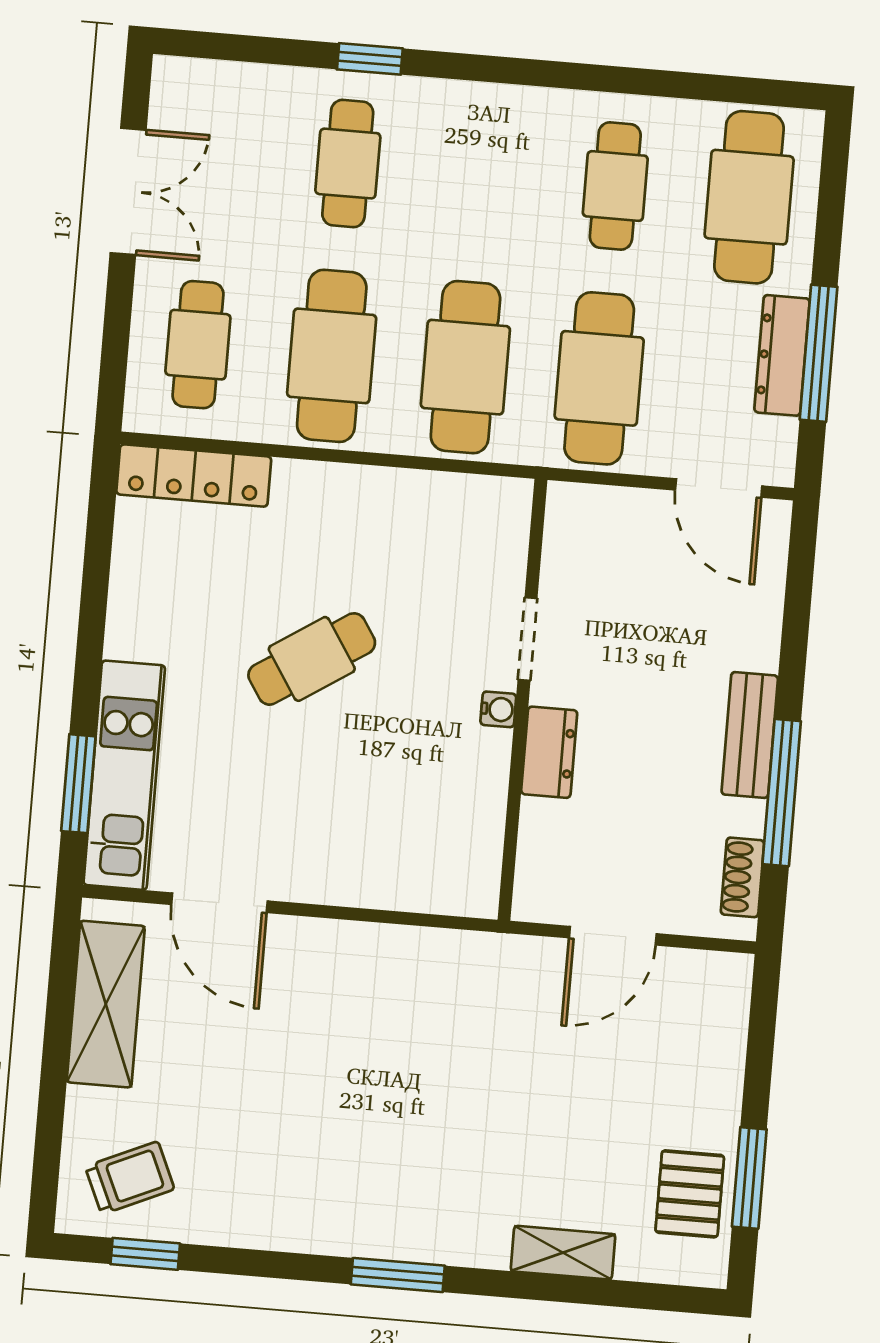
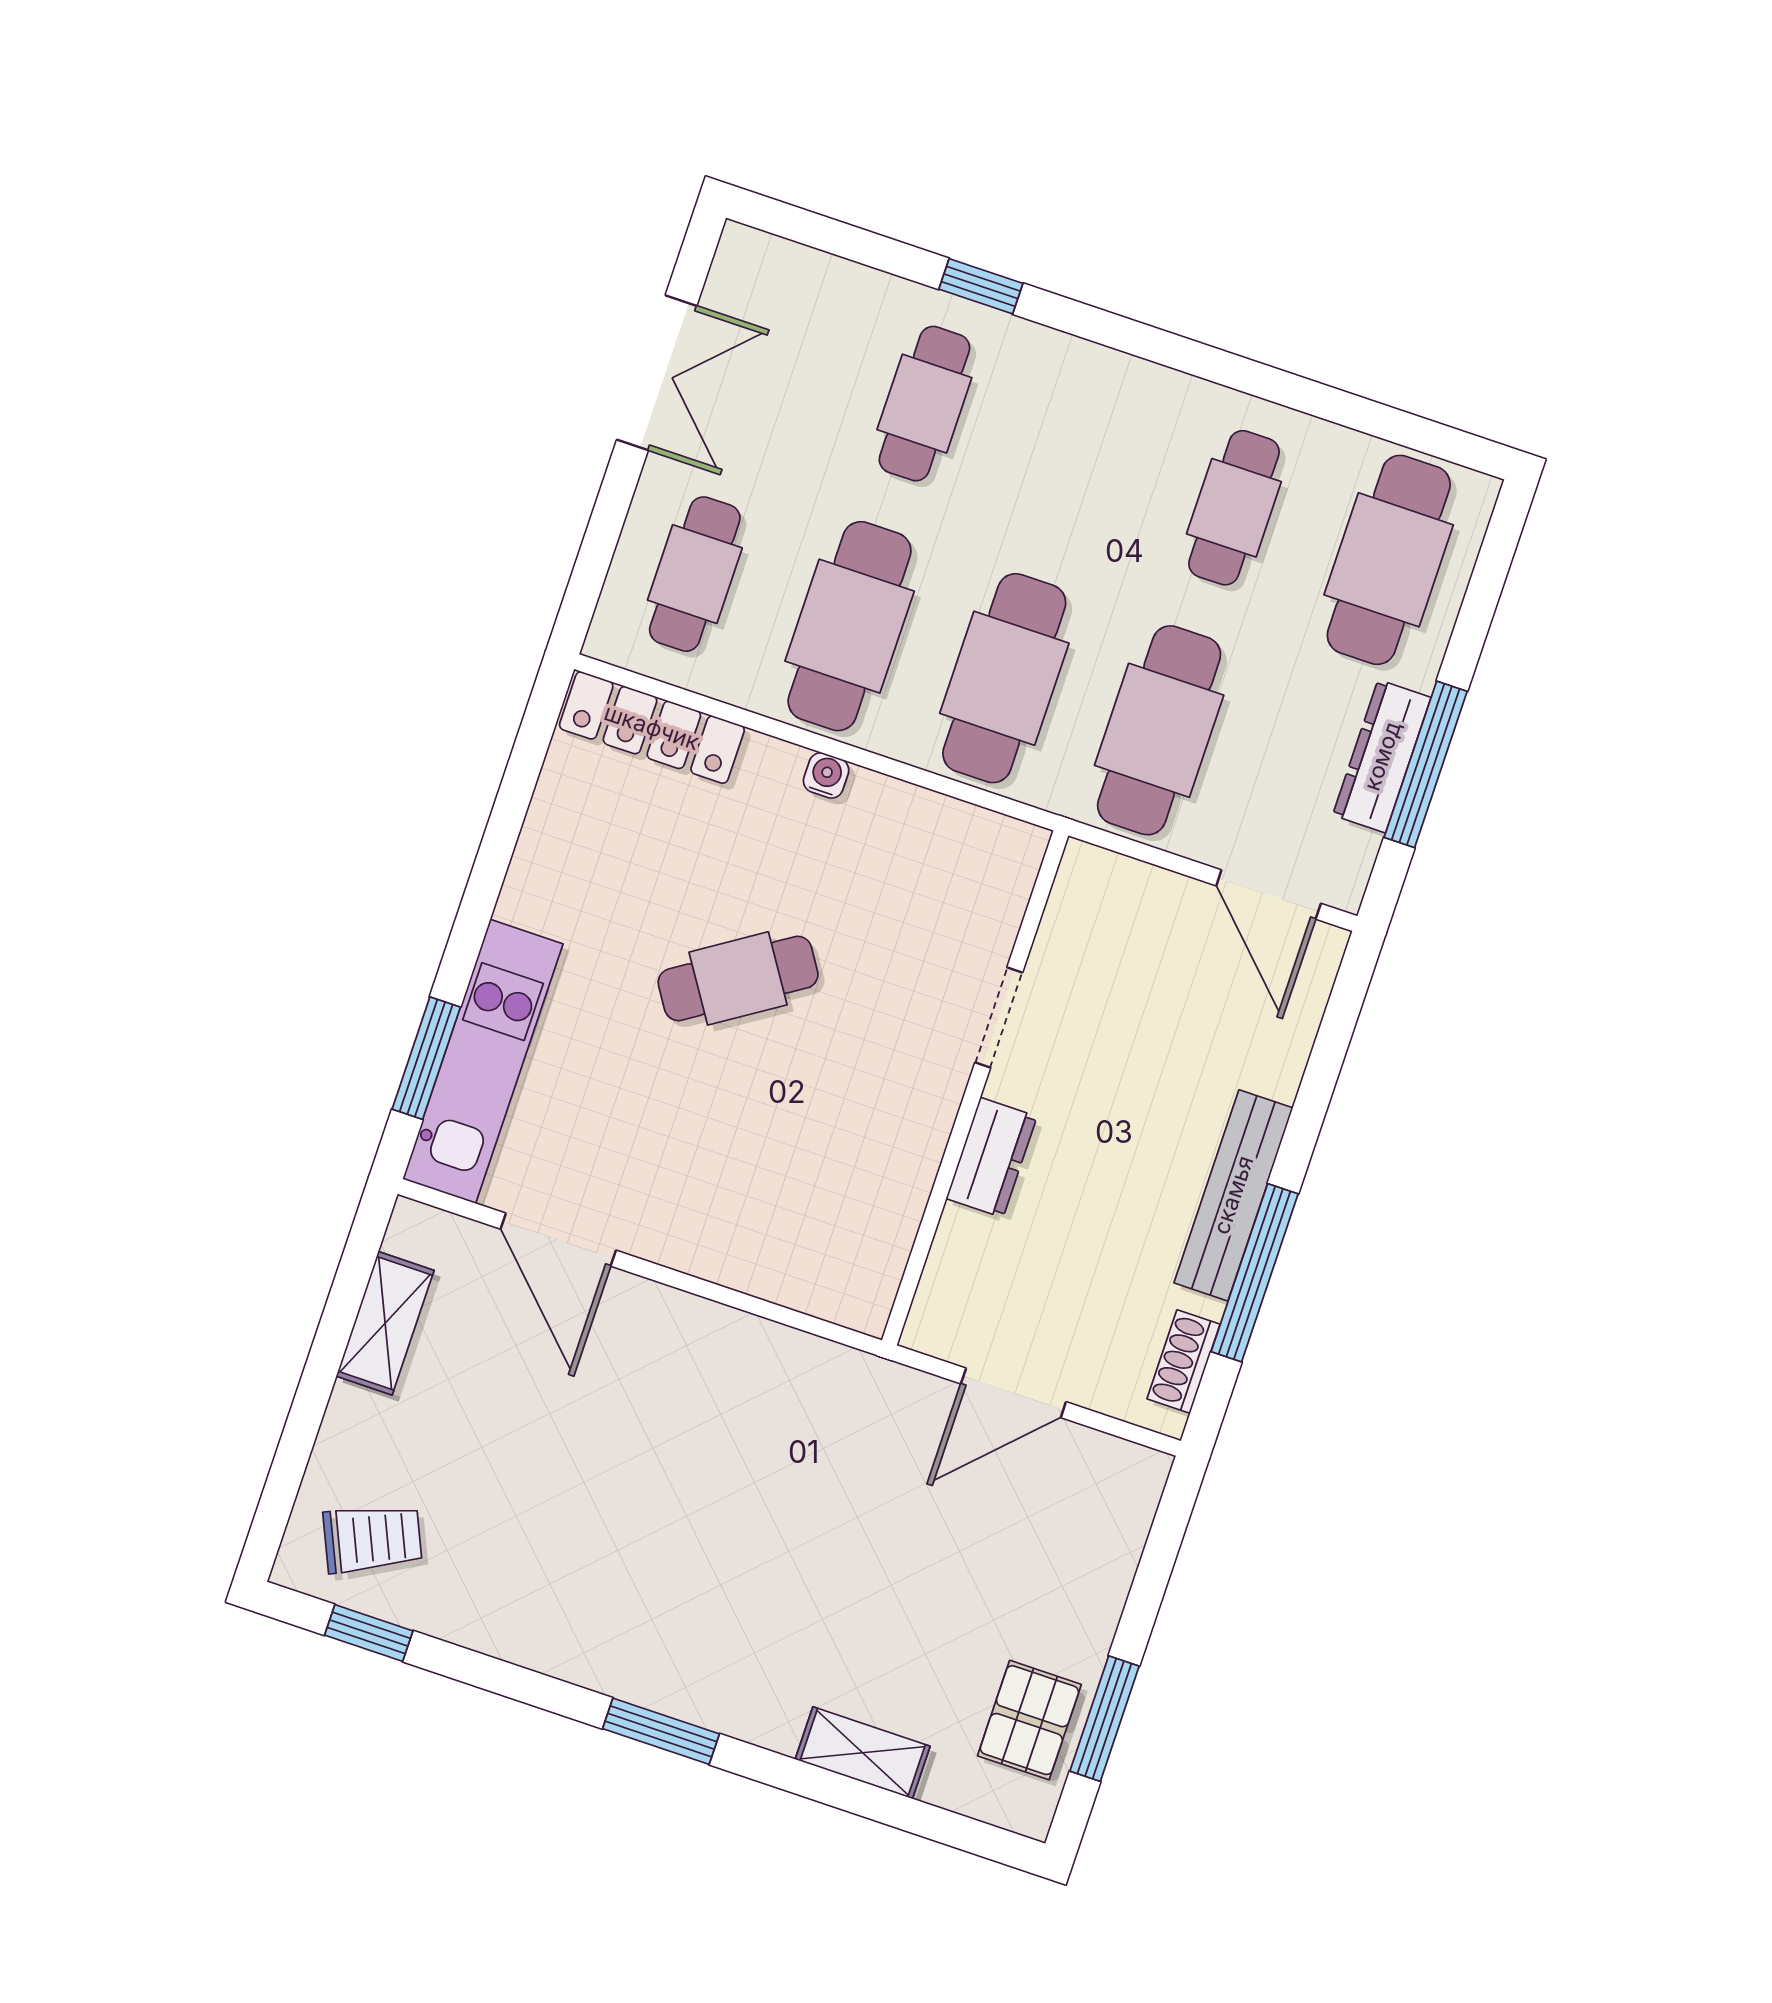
water cooler: (498, 709) -> (826, 775), moved, turned -90
bench: (750, 735) -> (1233, 1195), width x1.36
shelving: (106, 1004) -> (385, 1323), width x0.67, depth x0.75

